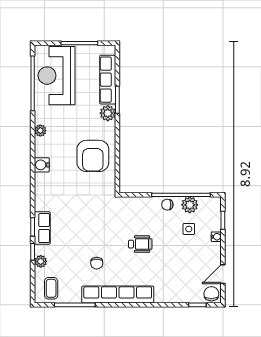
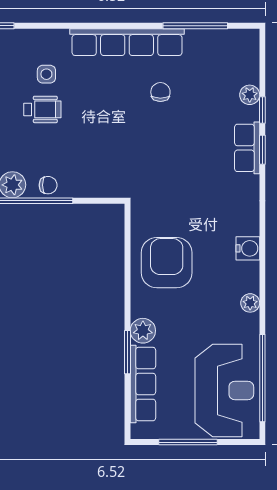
side table: (189, 229) -> (46, 74), moved
wheelchair: (140, 244) -> (42, 109), moved, turned 180
coffee table: (51, 288) -> (233, 52), removed

